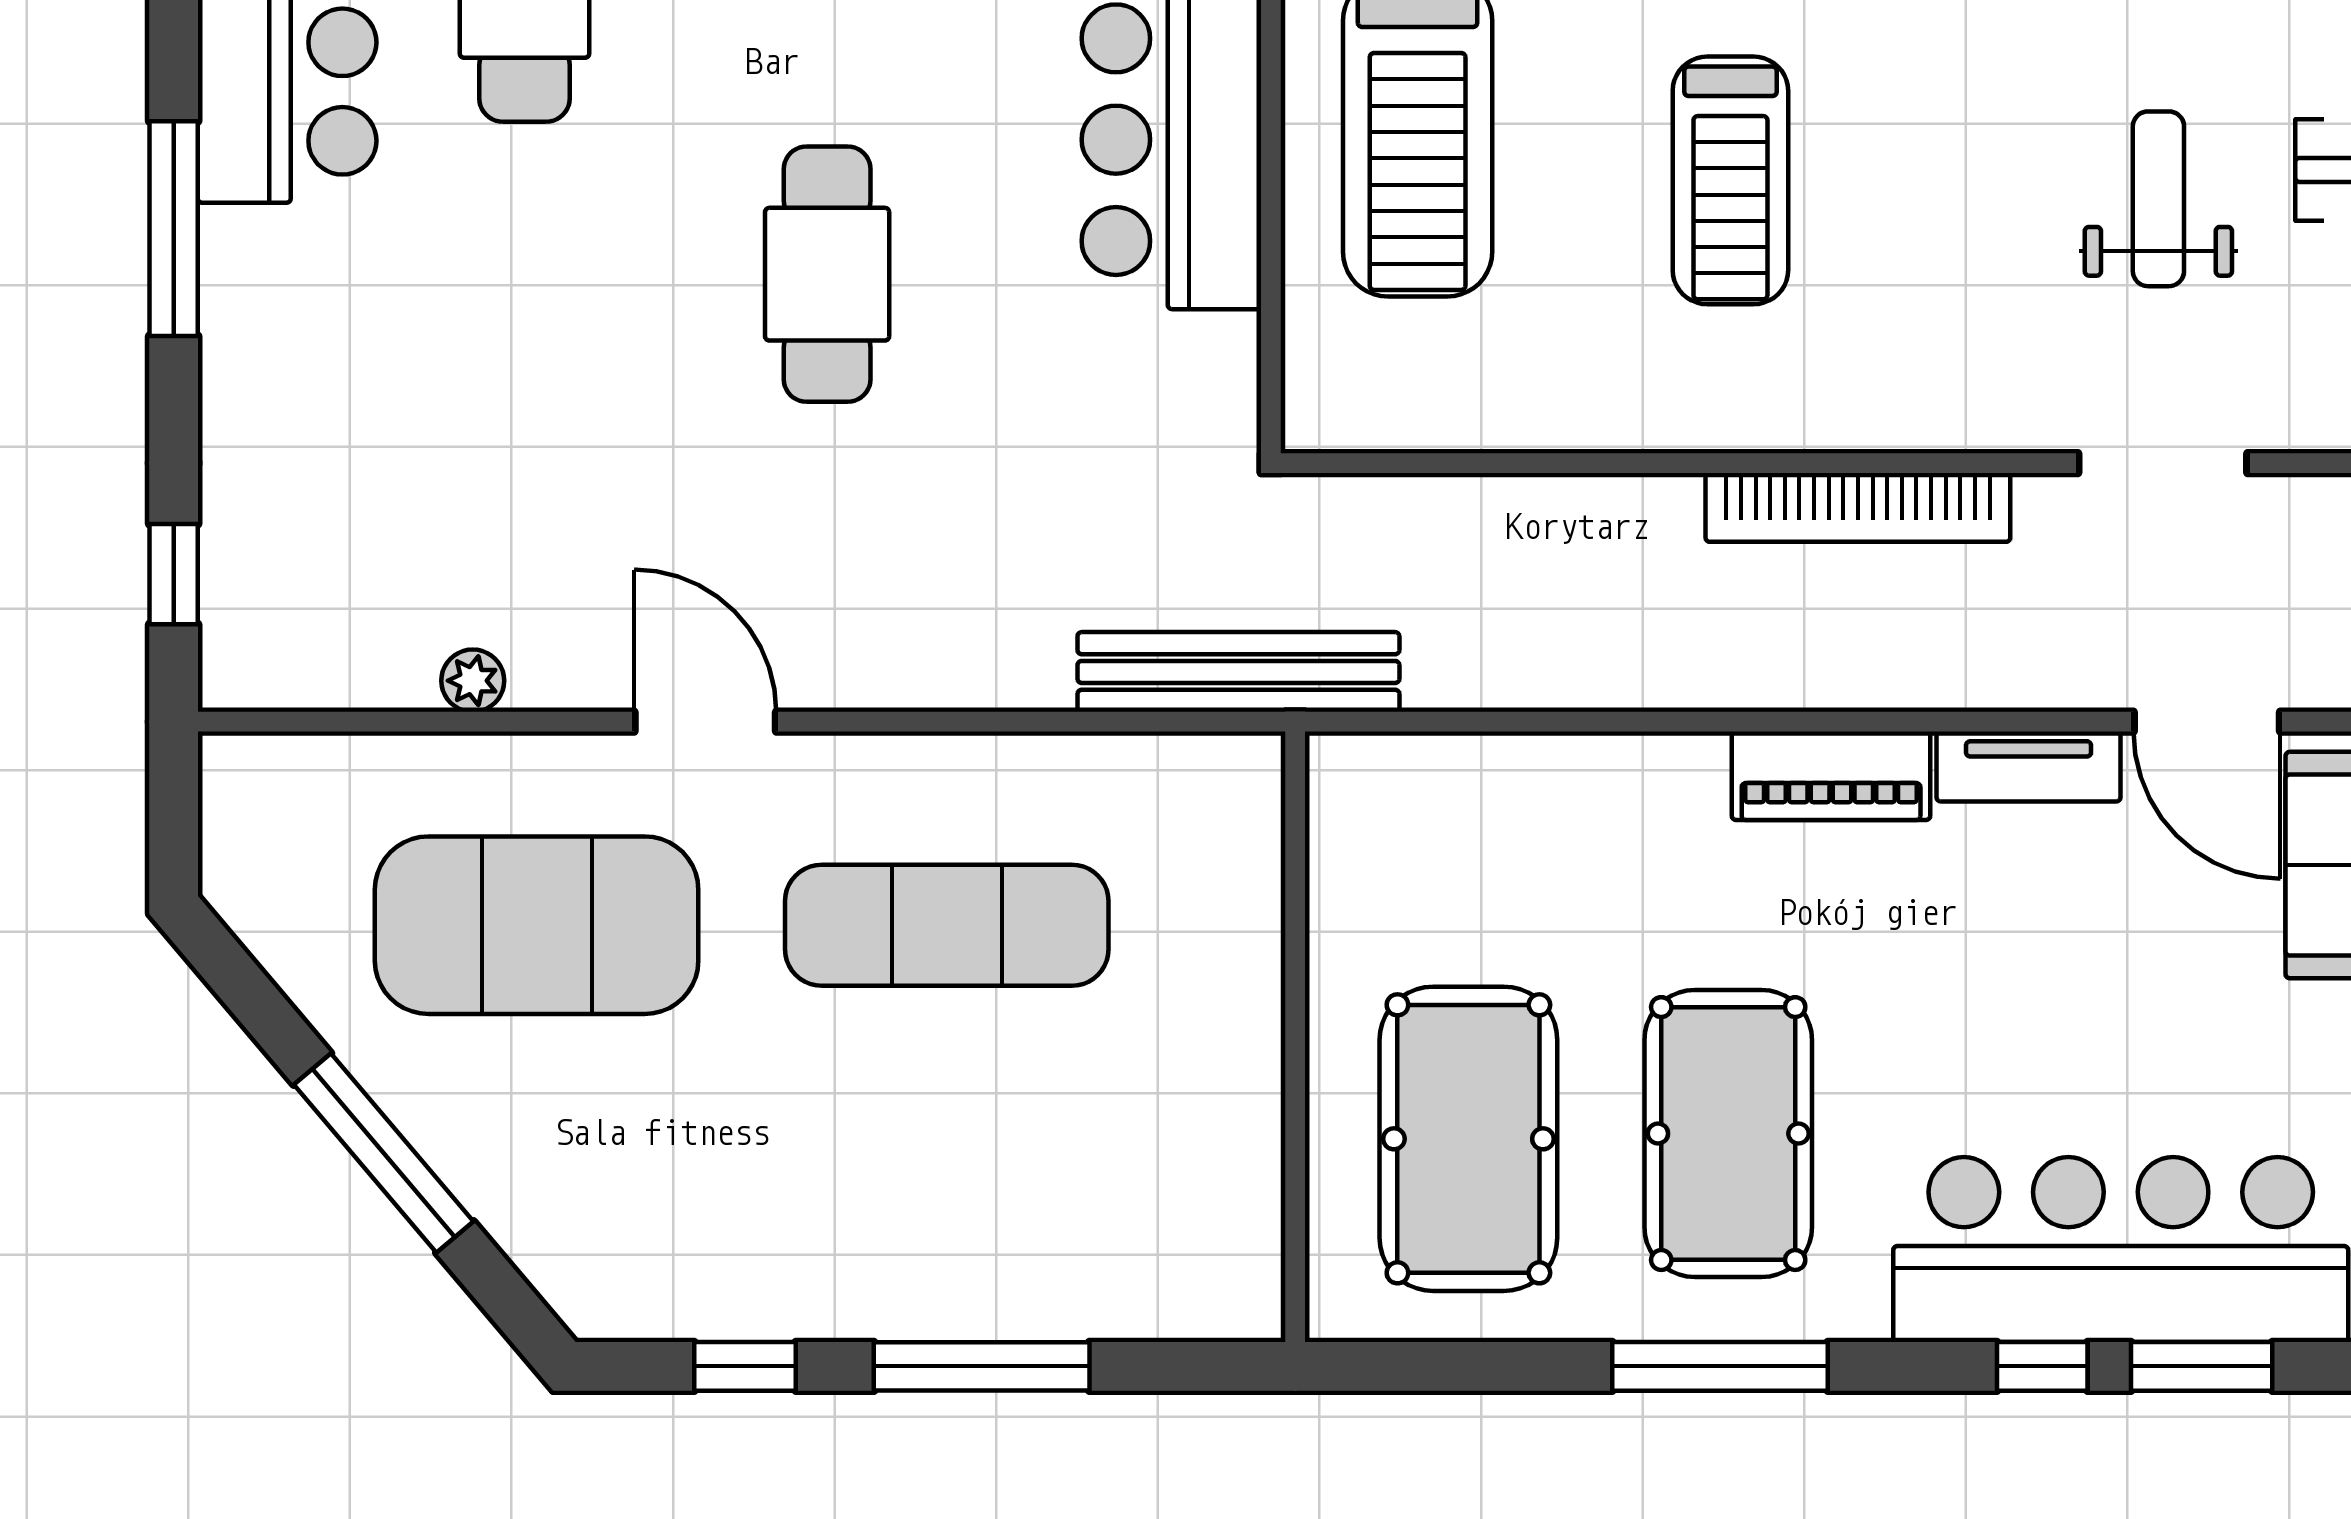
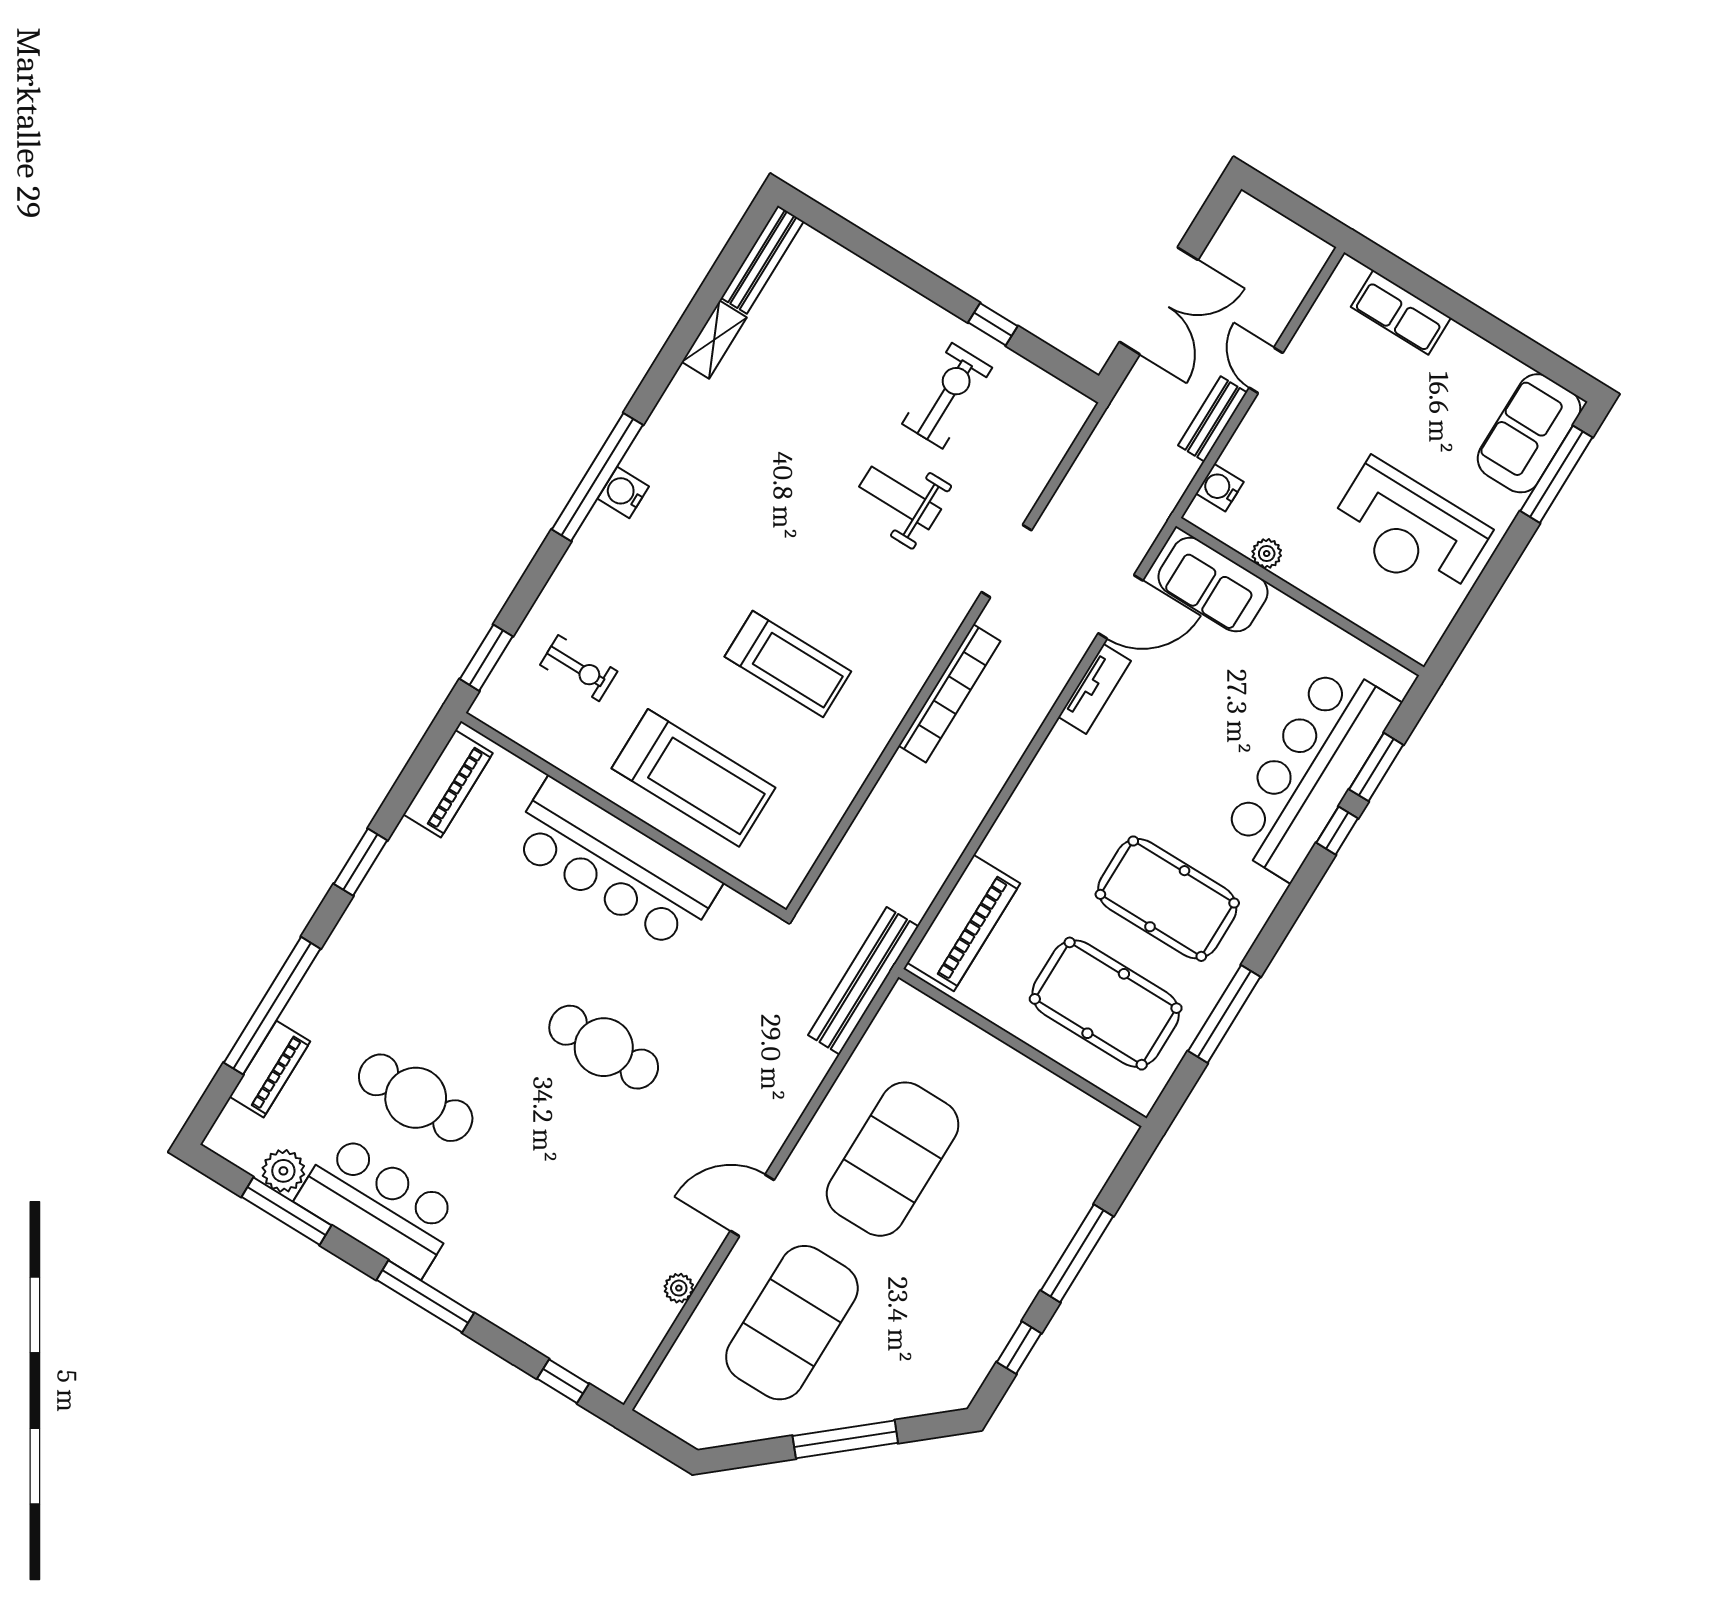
piano: (1831, 776) -> (964, 923), moved, width x1.37, depth x1.33
exercise mat: (947, 925) -> (893, 1159), width x1.47
window: (1720, 1366) -> (1224, 1014), moved

